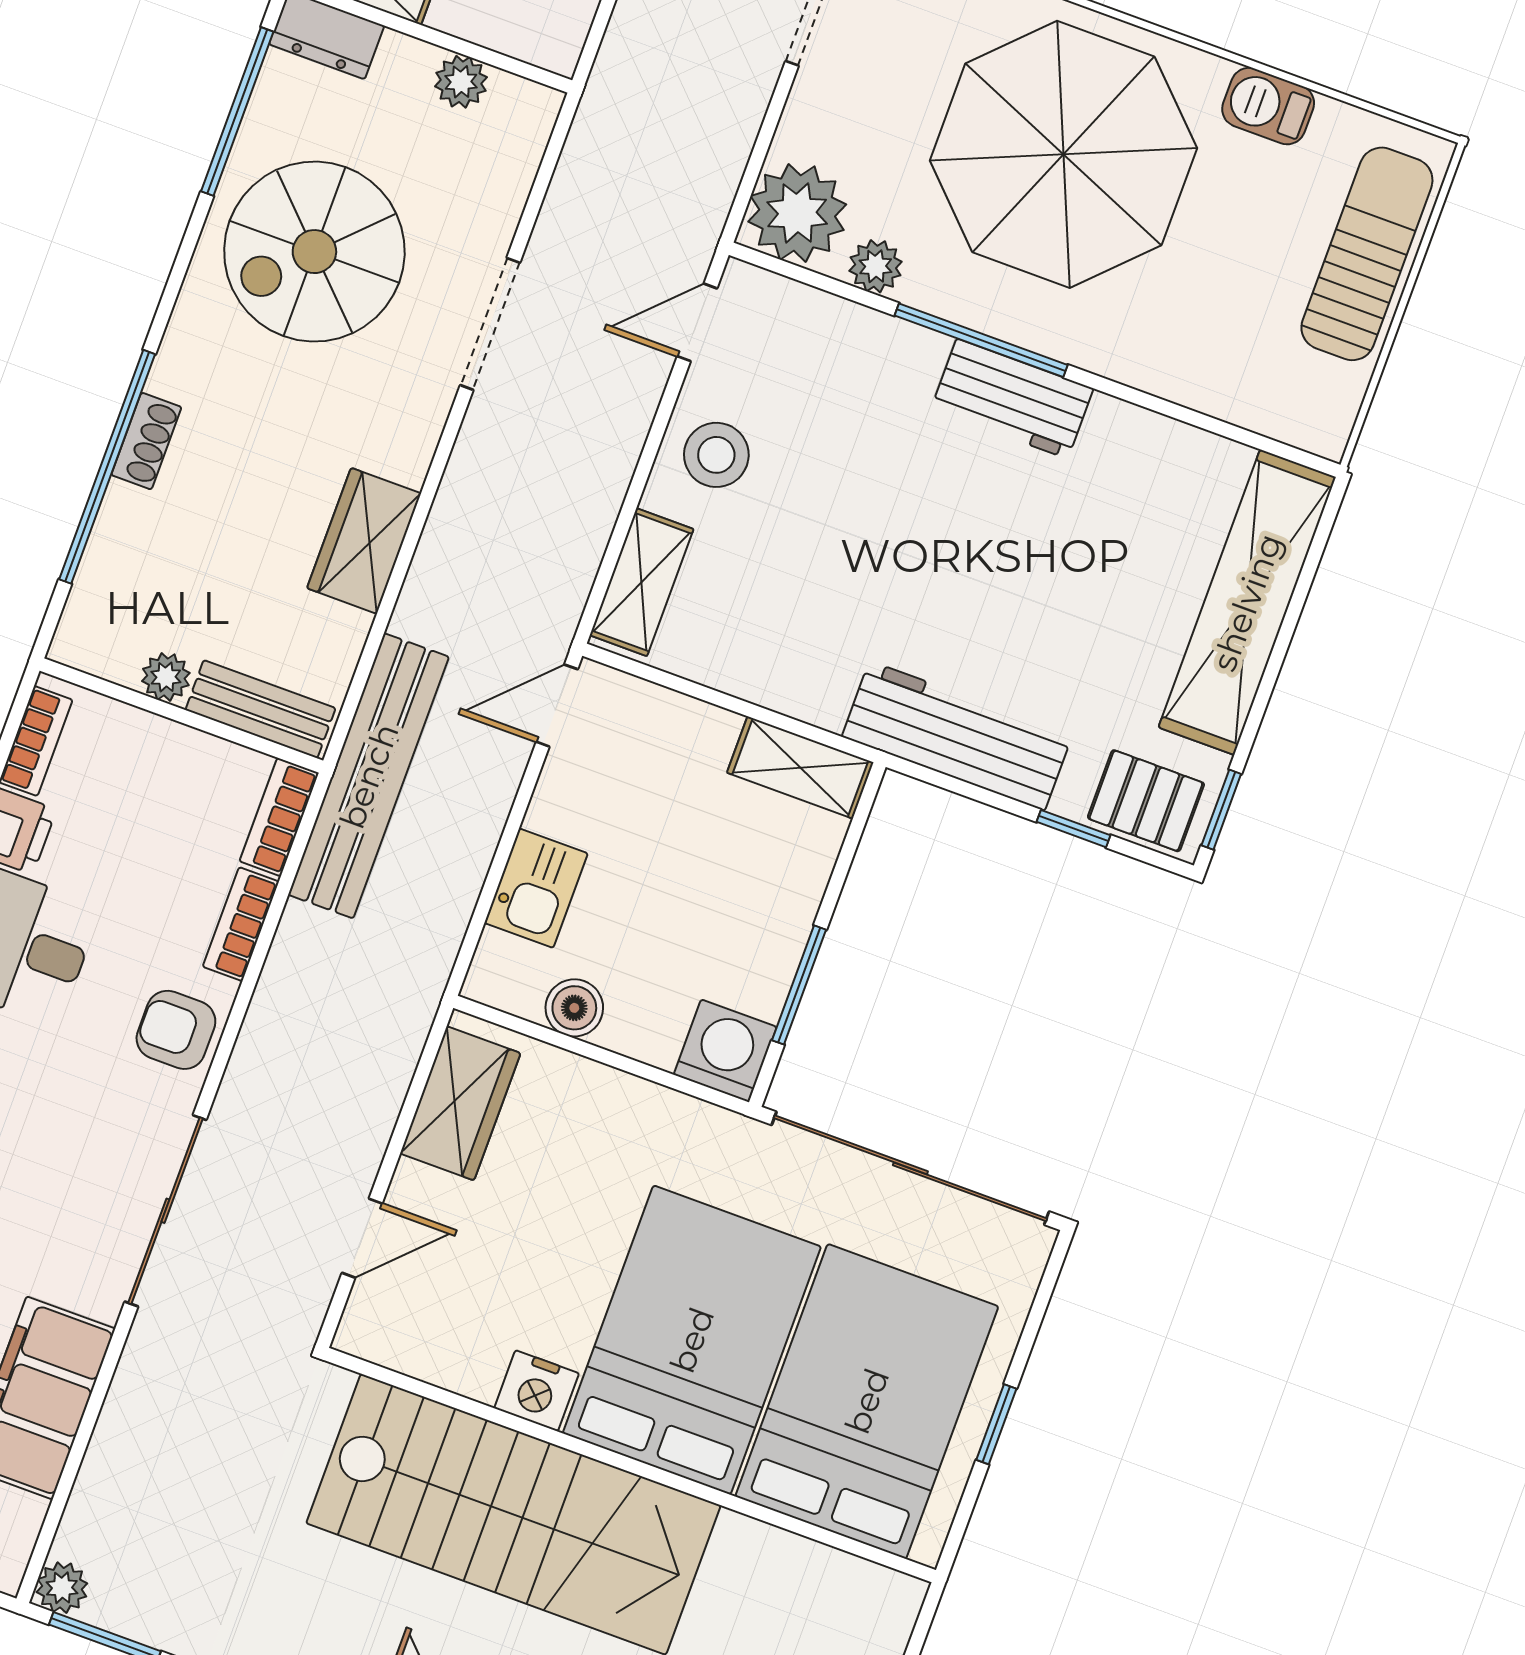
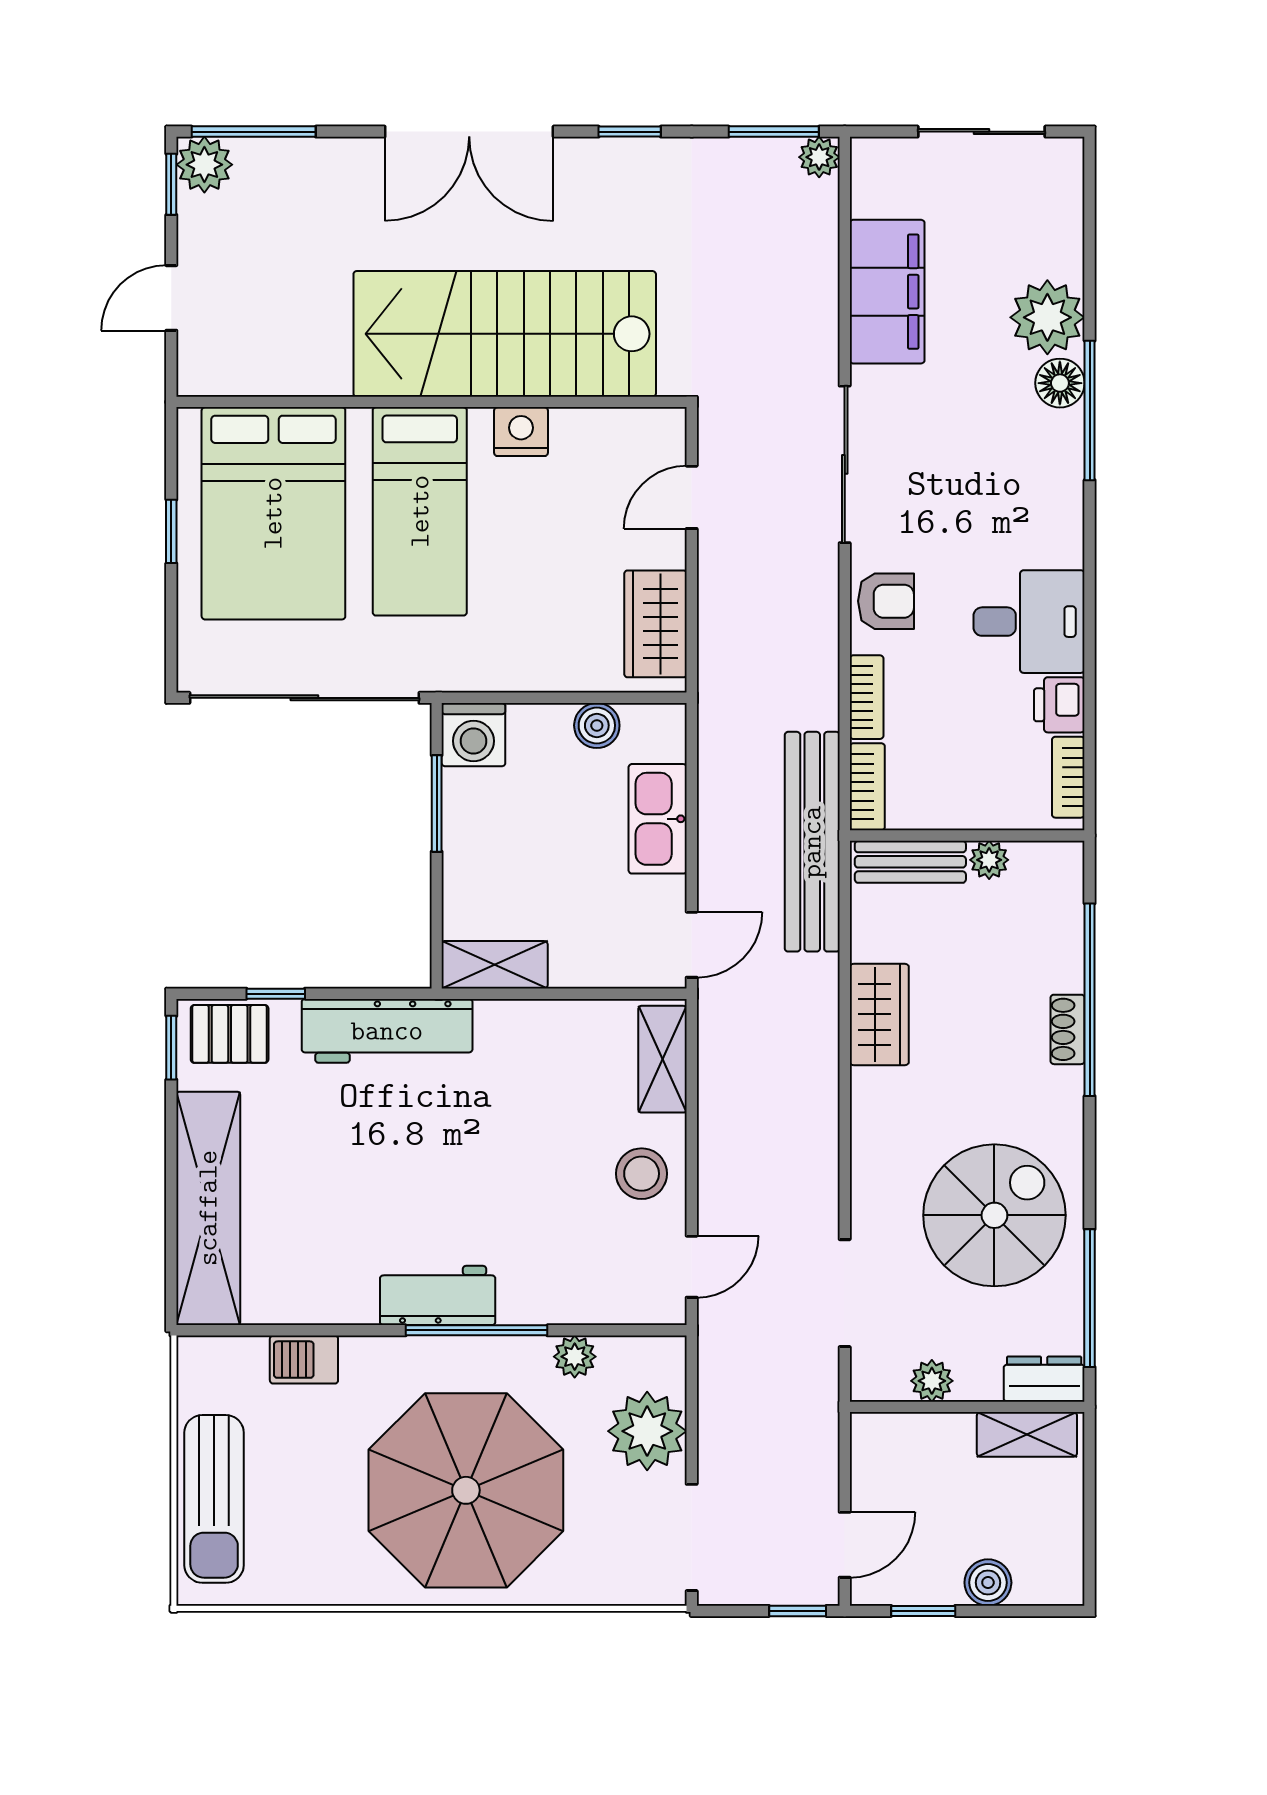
barbecue: (1268, 106) -> (304, 1360), moved, turned 180
plant: (797, 213) -> (647, 1431), moved
doorway: (490, 324) -> (845, 1293), moved
kitchen sink: (536, 888) -> (658, 819), width x1.38
bed: (692, 1340) -> (420, 511), width x0.67

